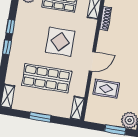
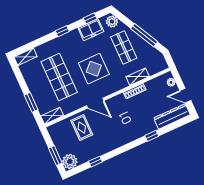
freezer: (23, 20) -> (91, 30), added
window: (10, 27) -> (90, 18), moved
window: (40, 117) -> (31, 102), moved

